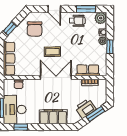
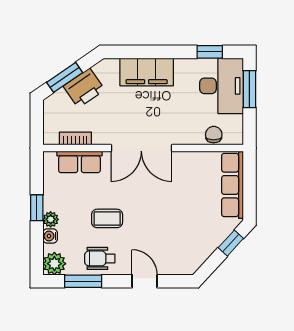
chair: (35, 29) -> (183, 242), removed
coffee table: (52, 52) -> (107, 218), moved

